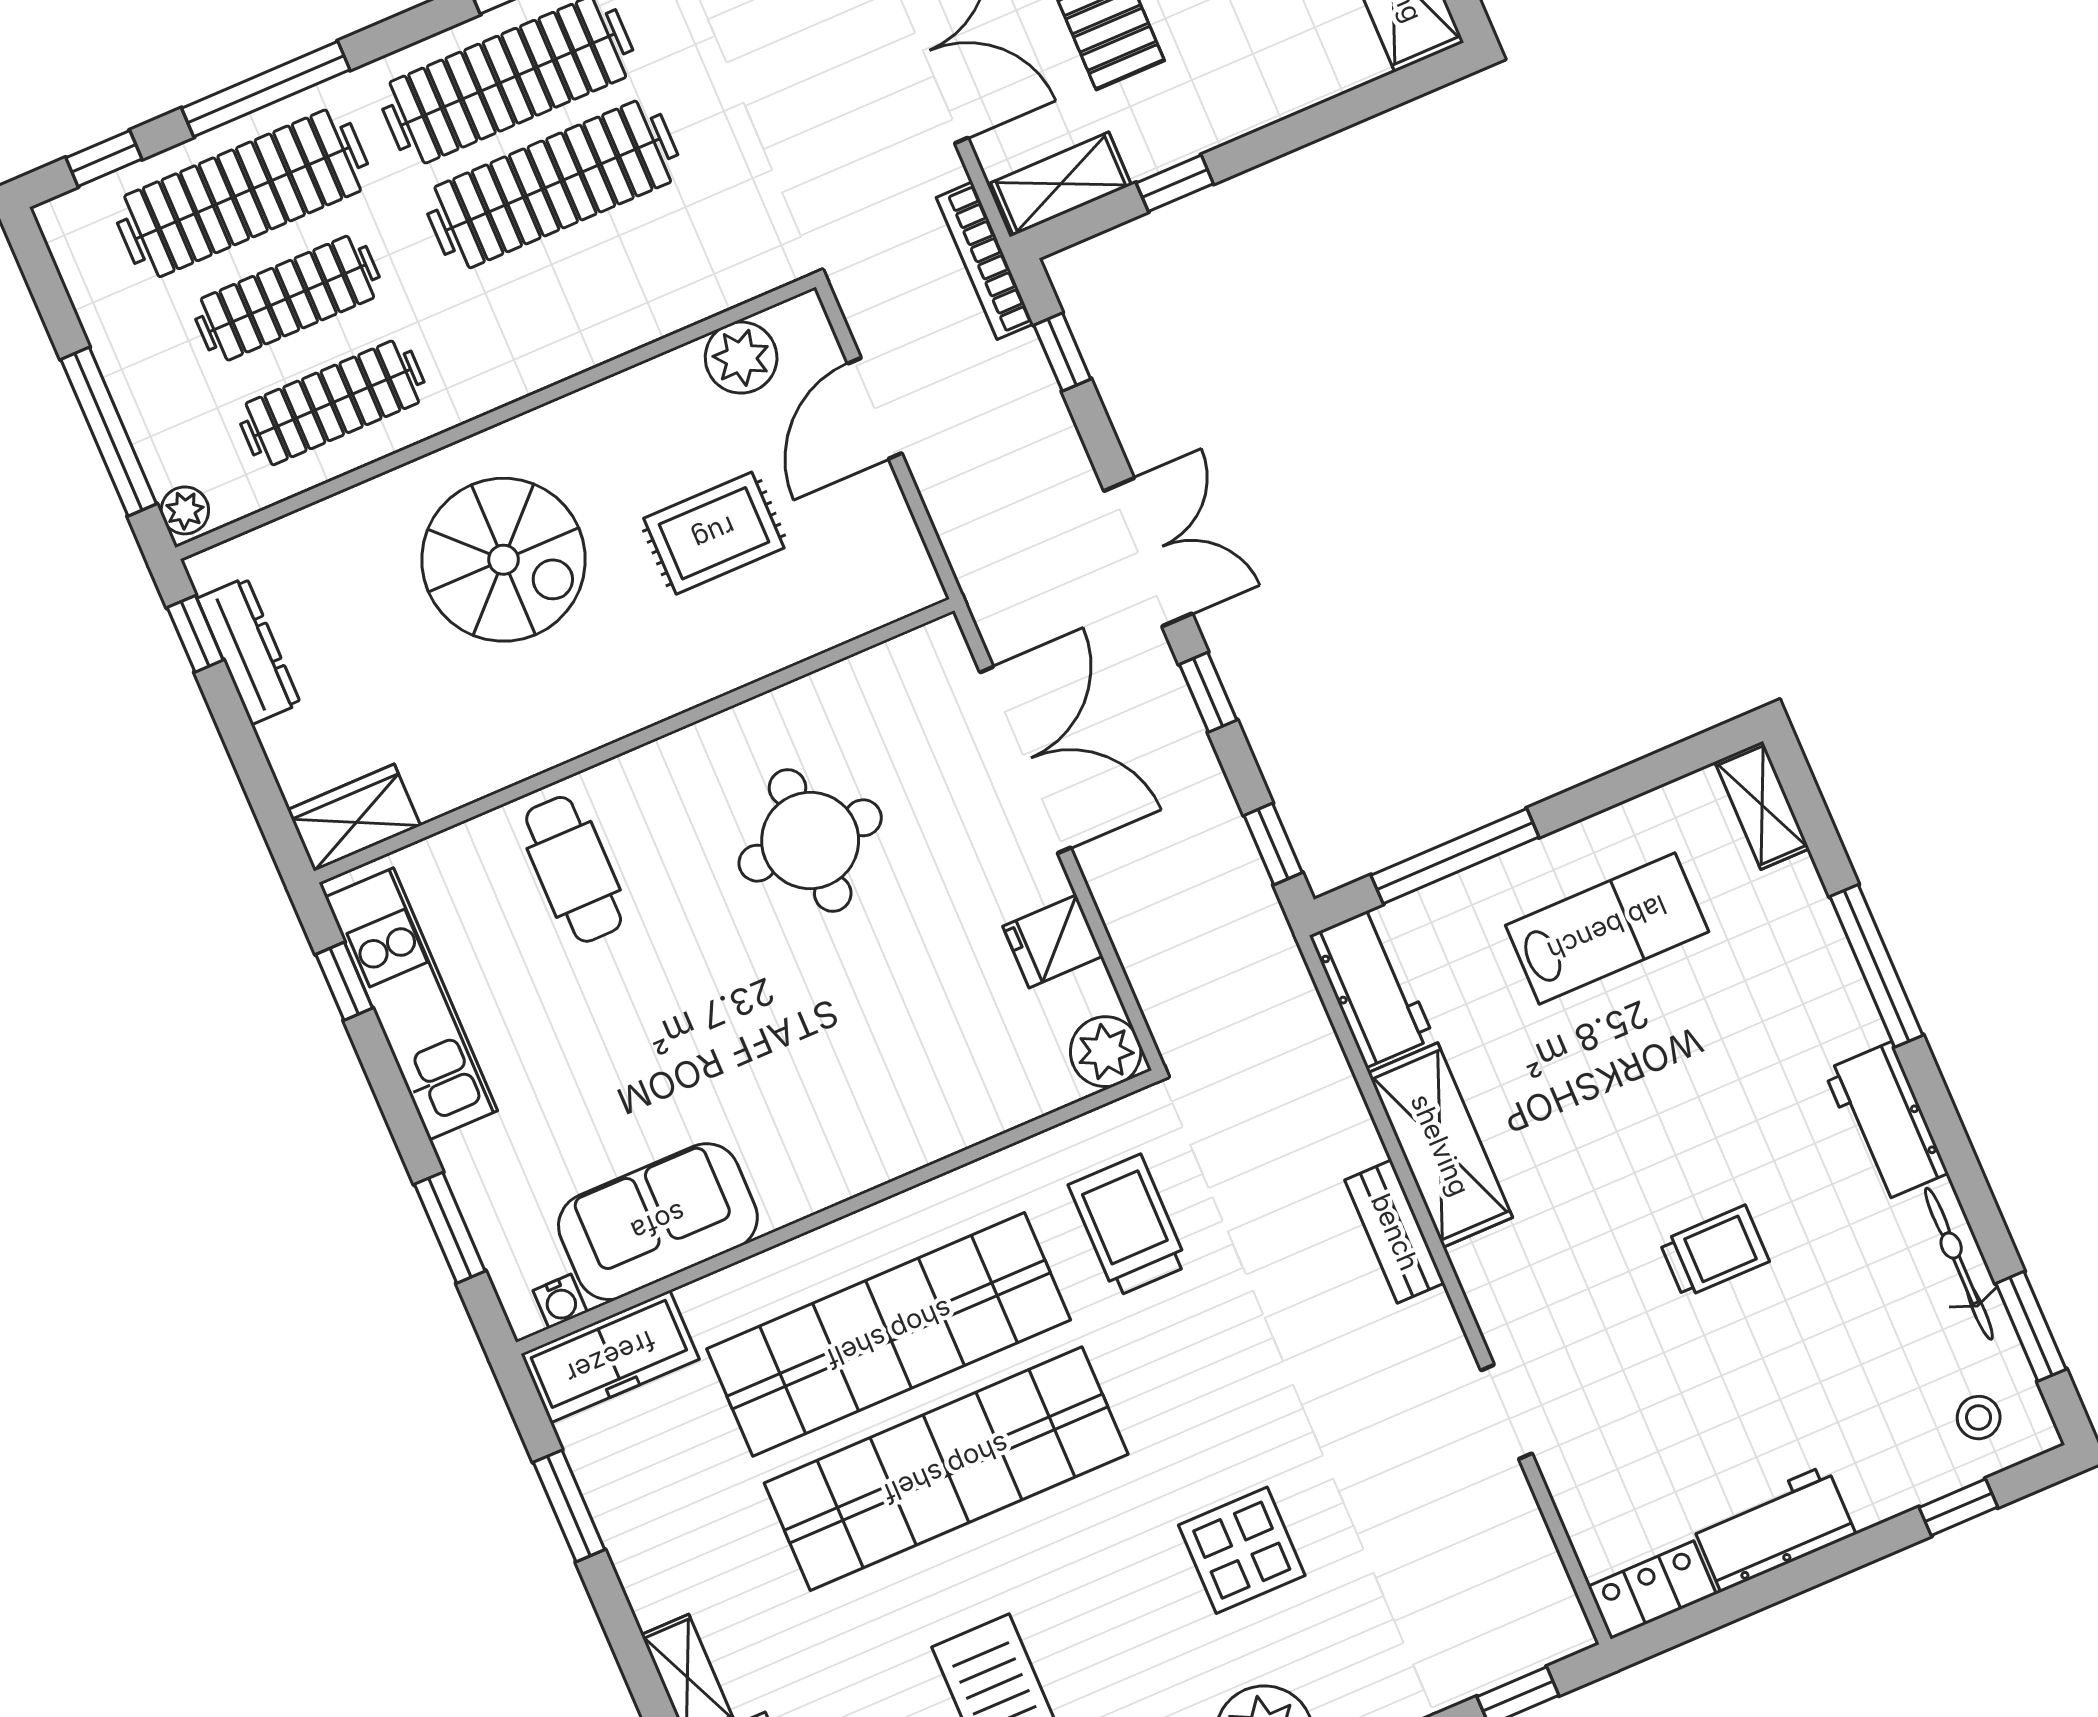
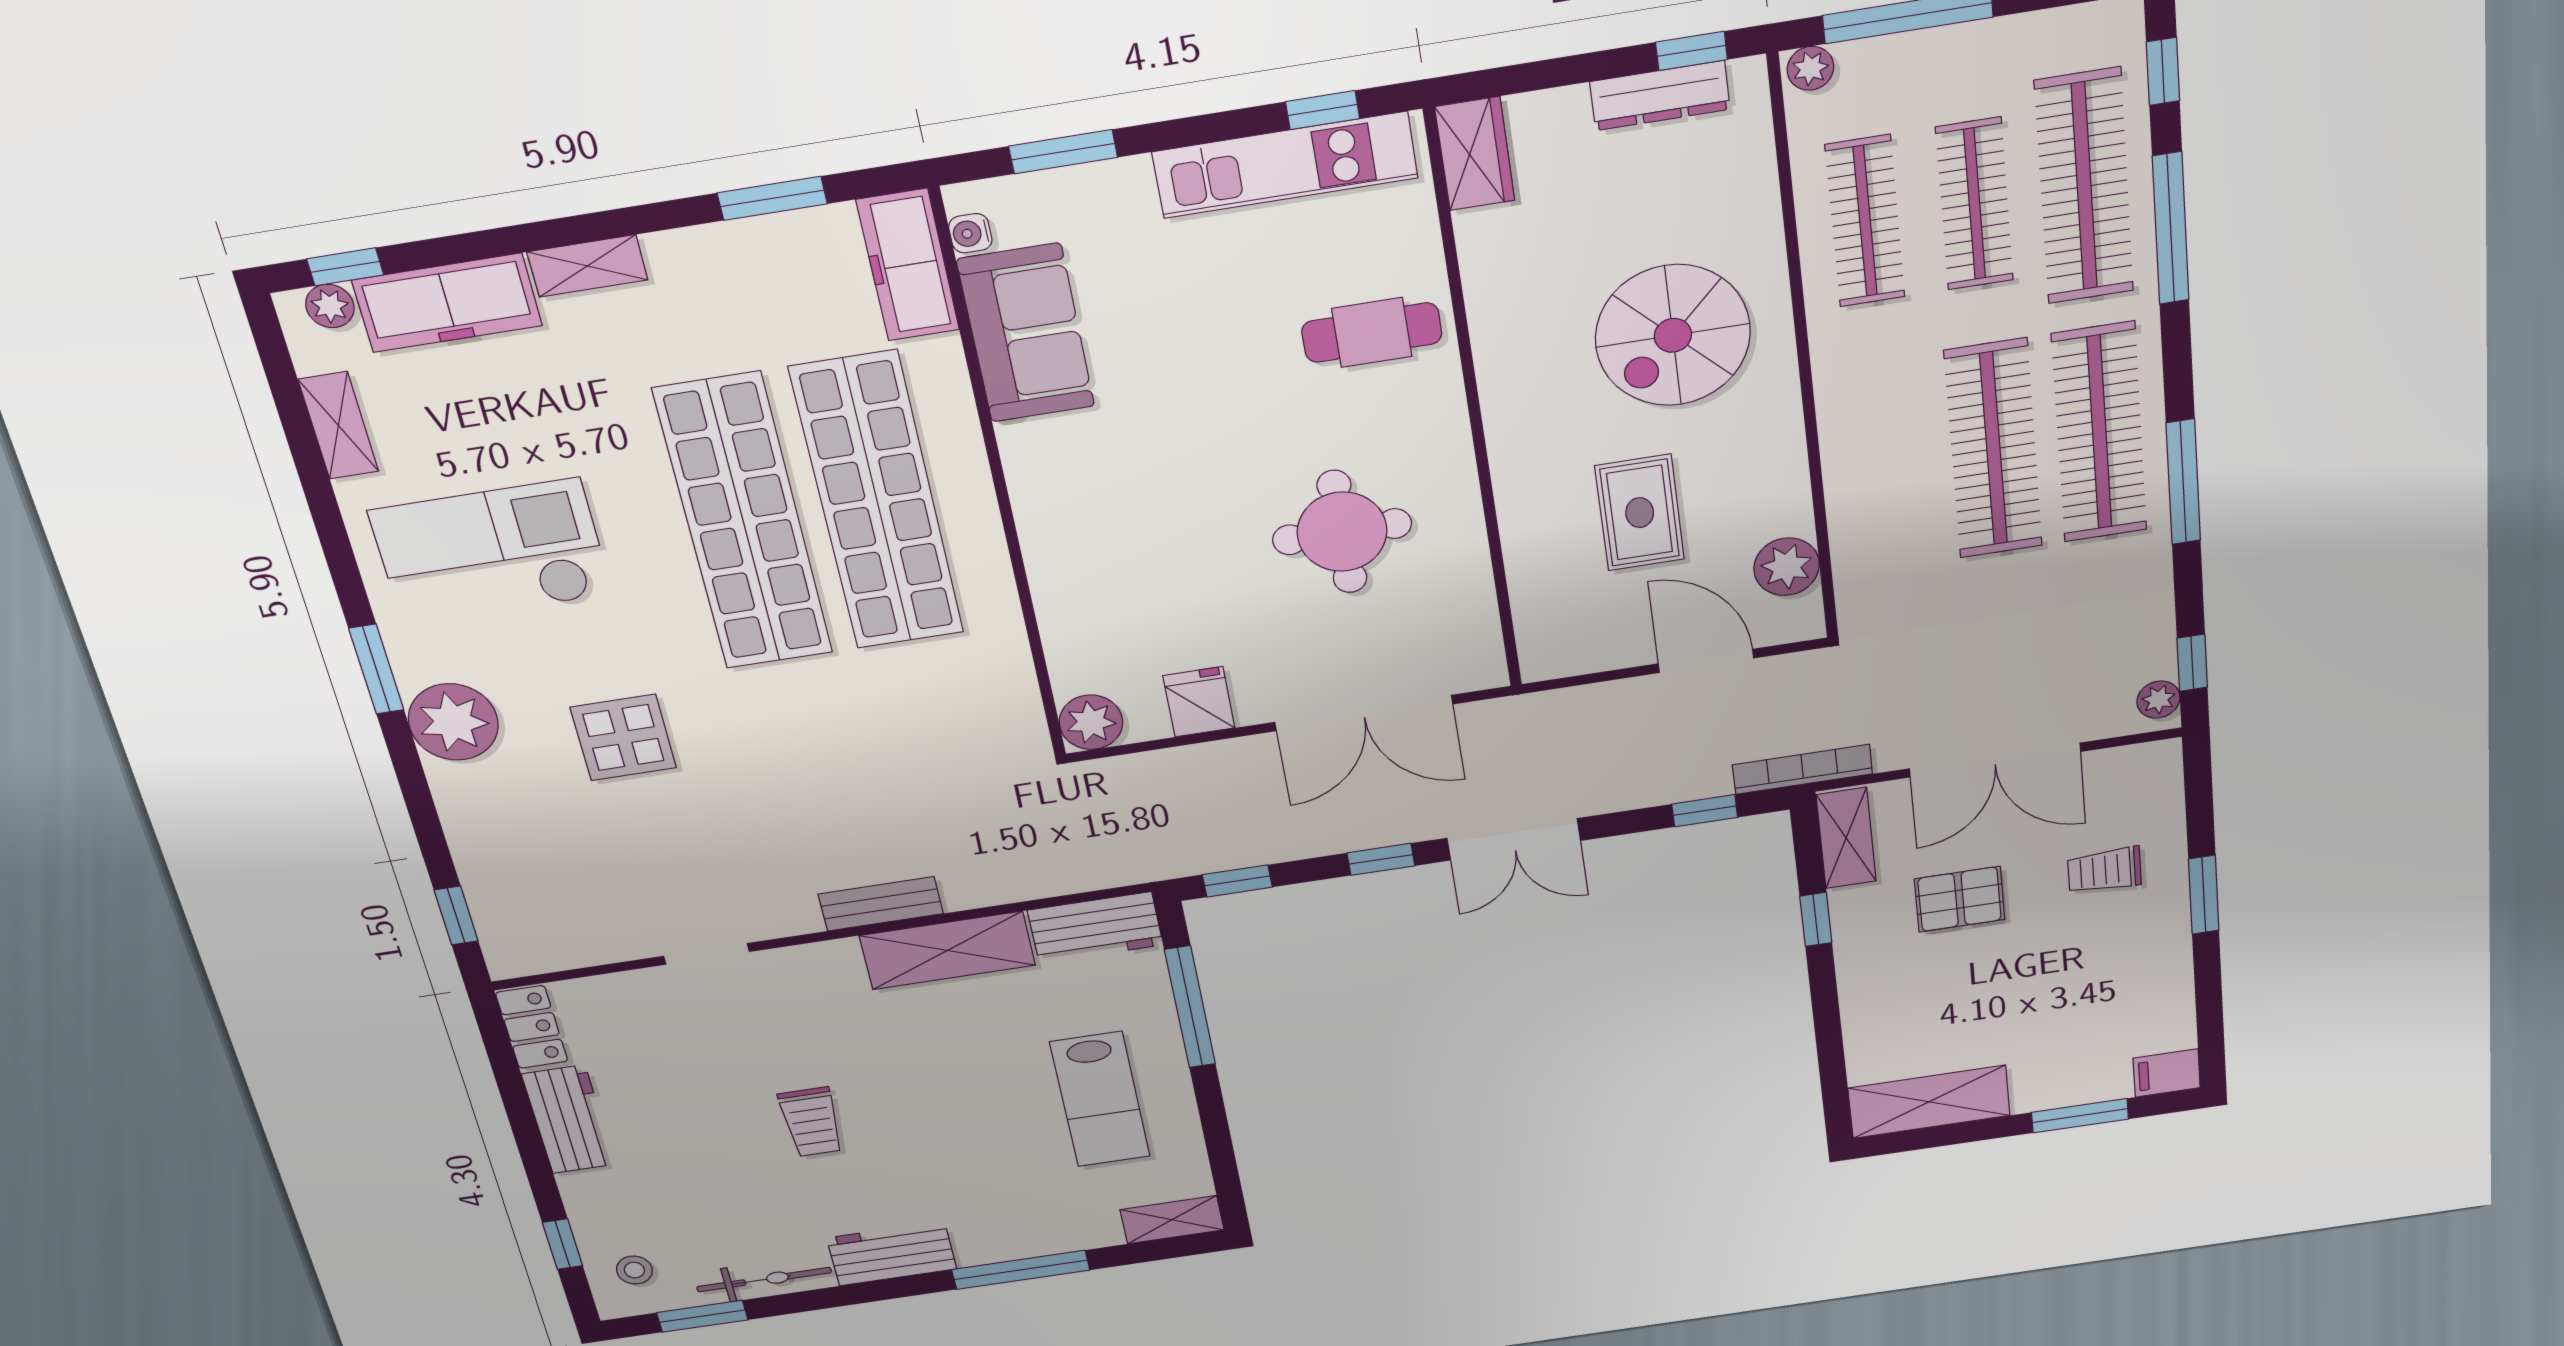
trolley: (1128, 1225) -> (933, 709), removed

